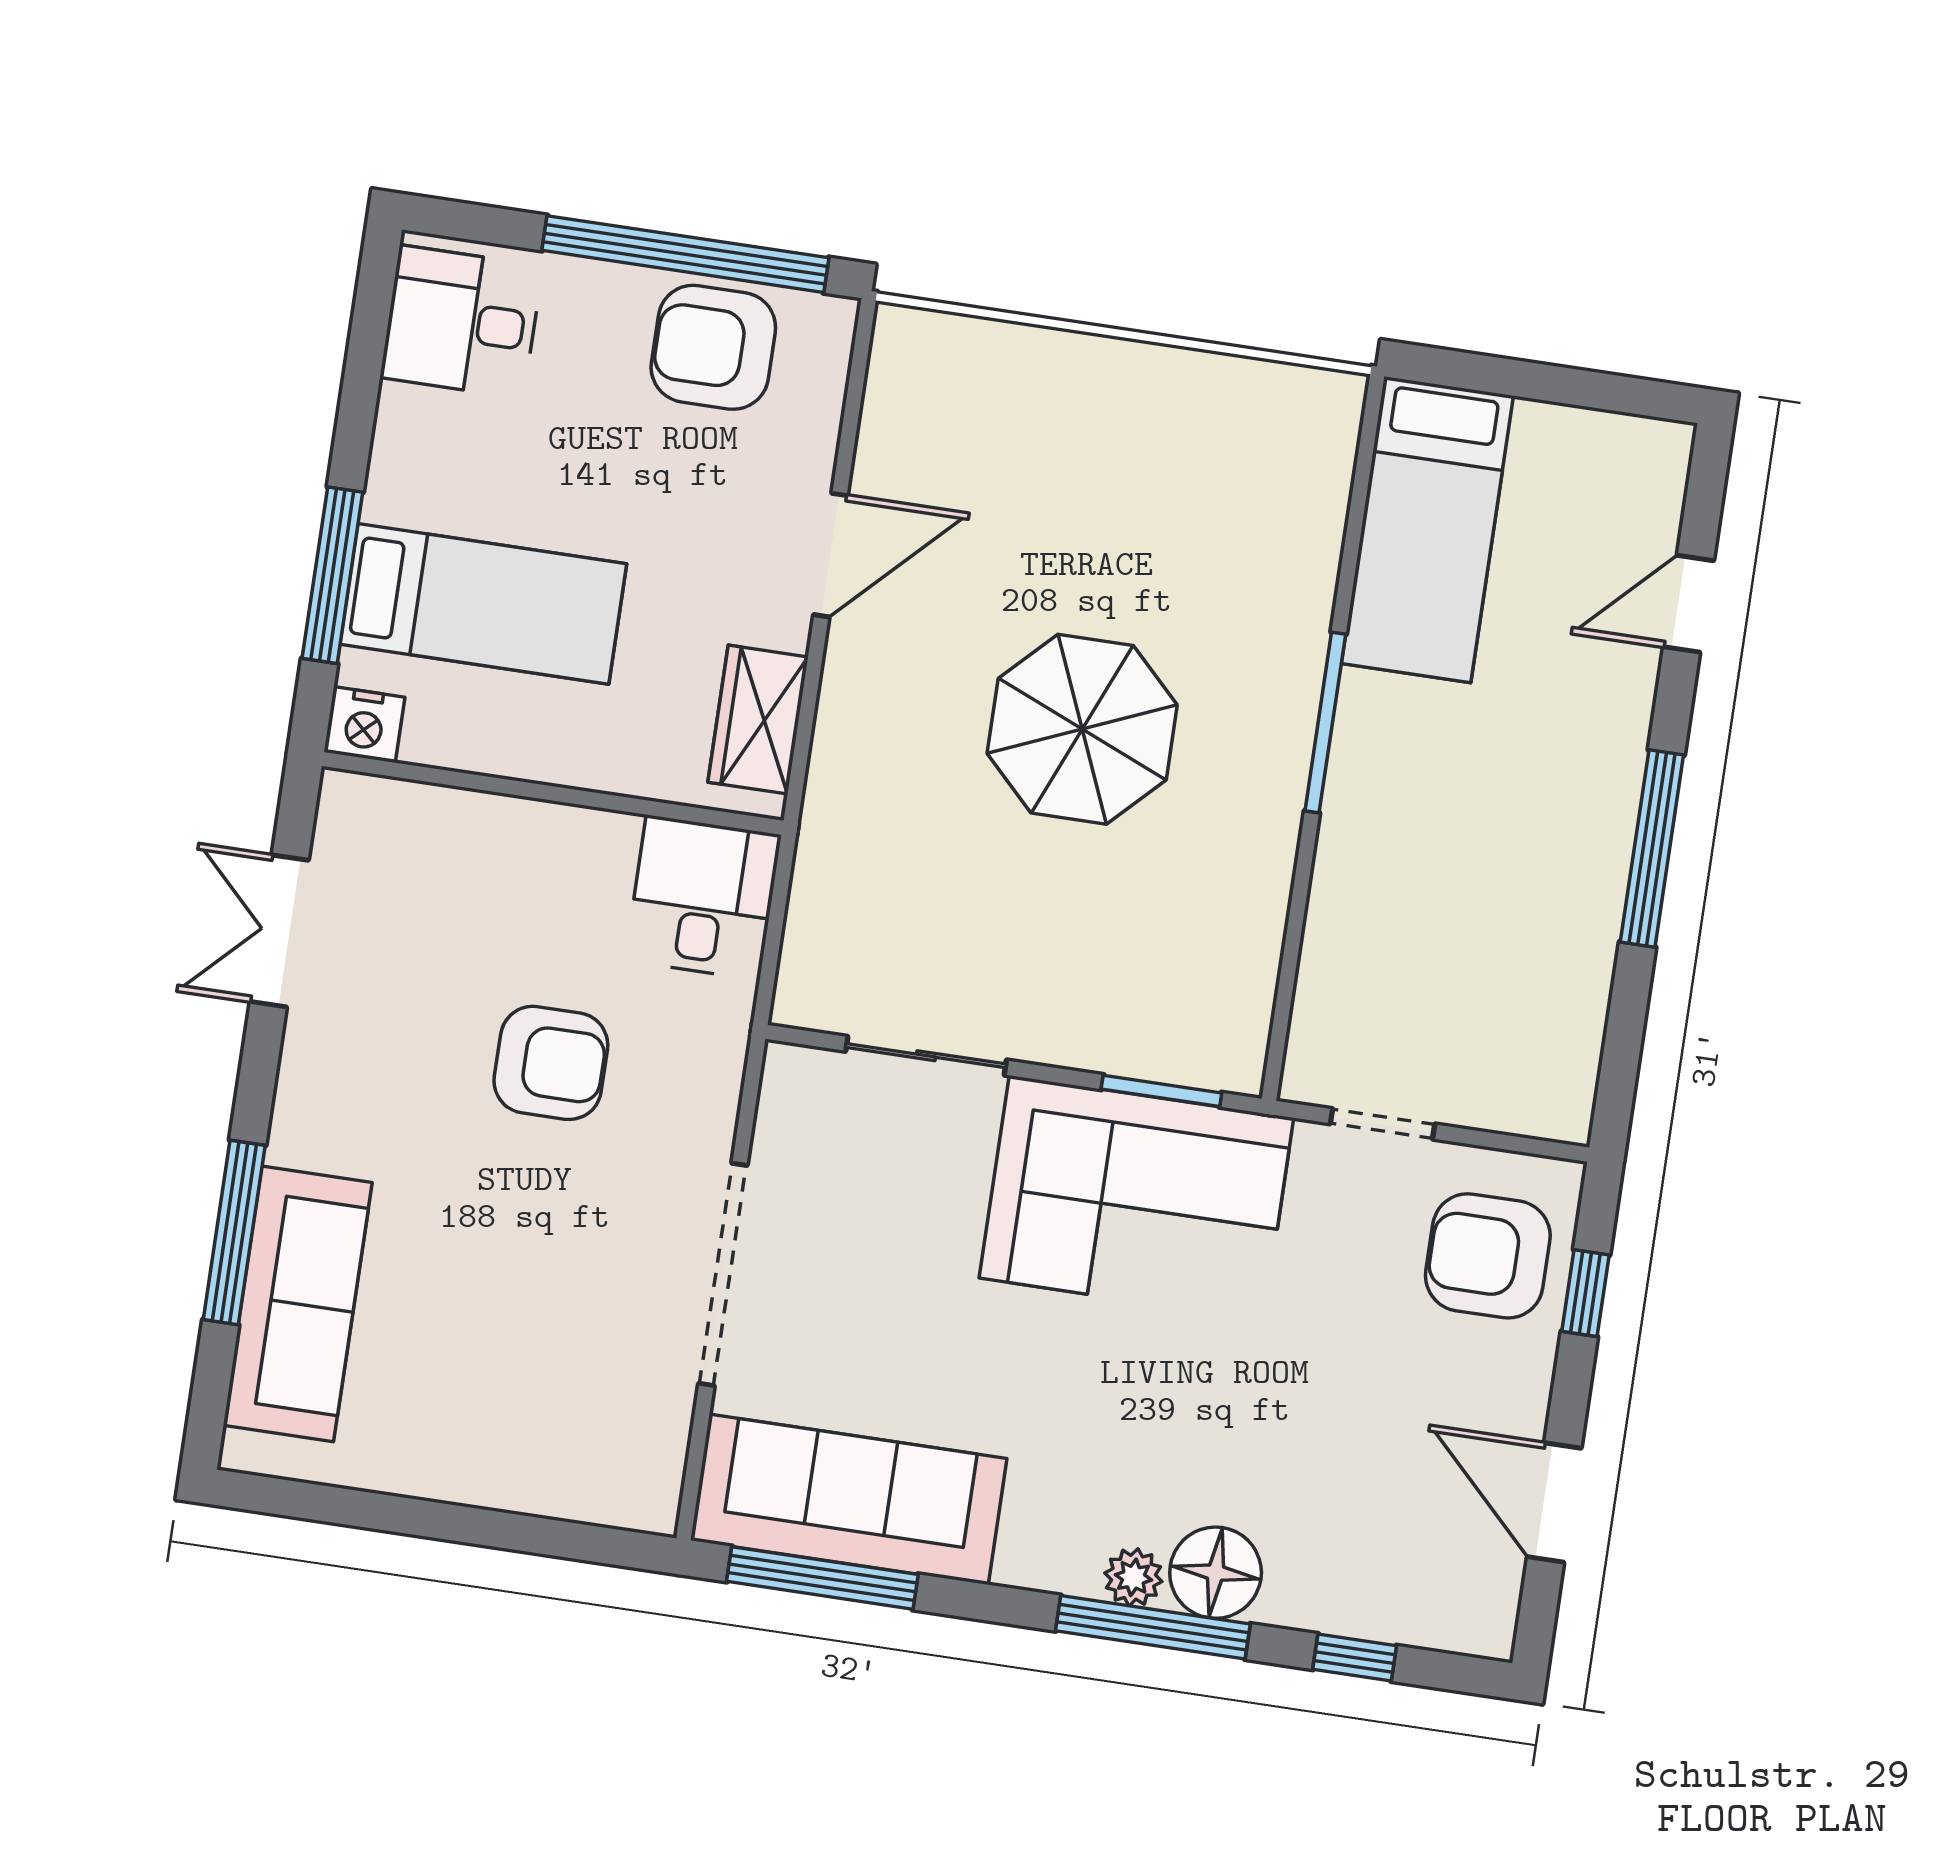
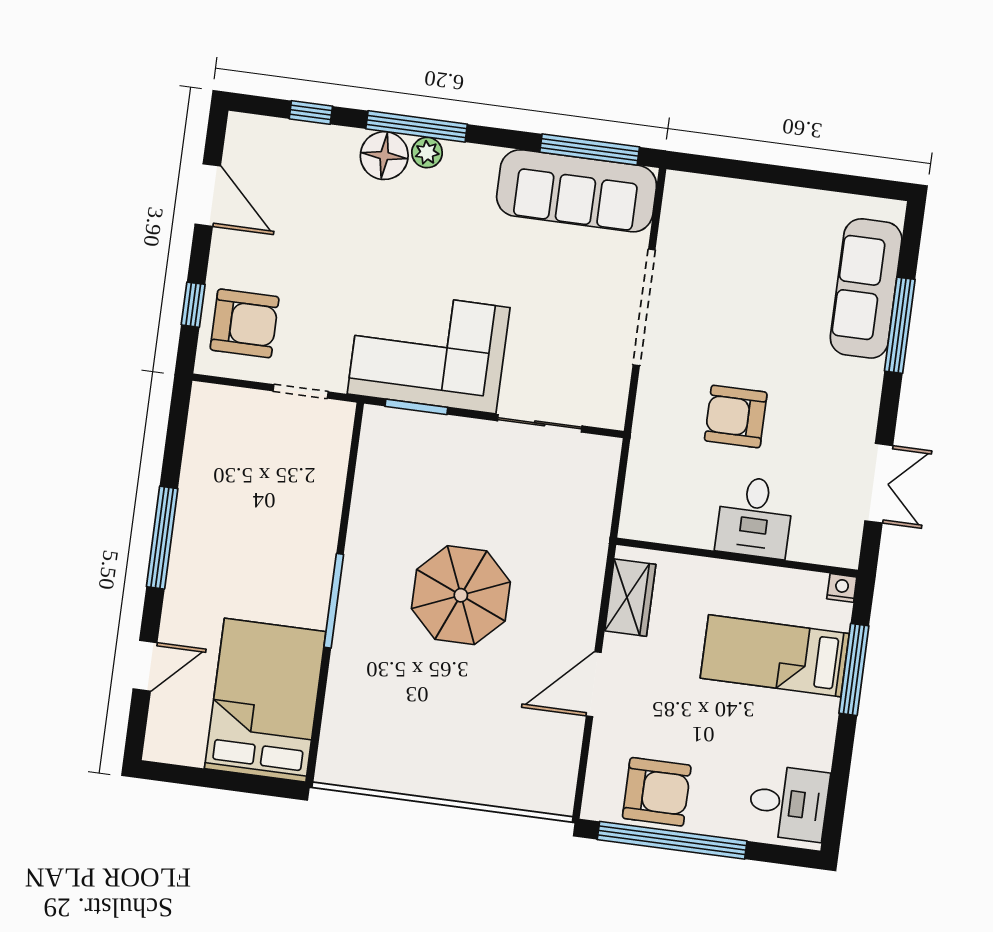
bed: (1427, 530) -> (265, 700), width x1.50
nightstand: (364, 725) -> (842, 588), width x0.72, depth x0.74
desk: (703, 897) -> (755, 517), moved

